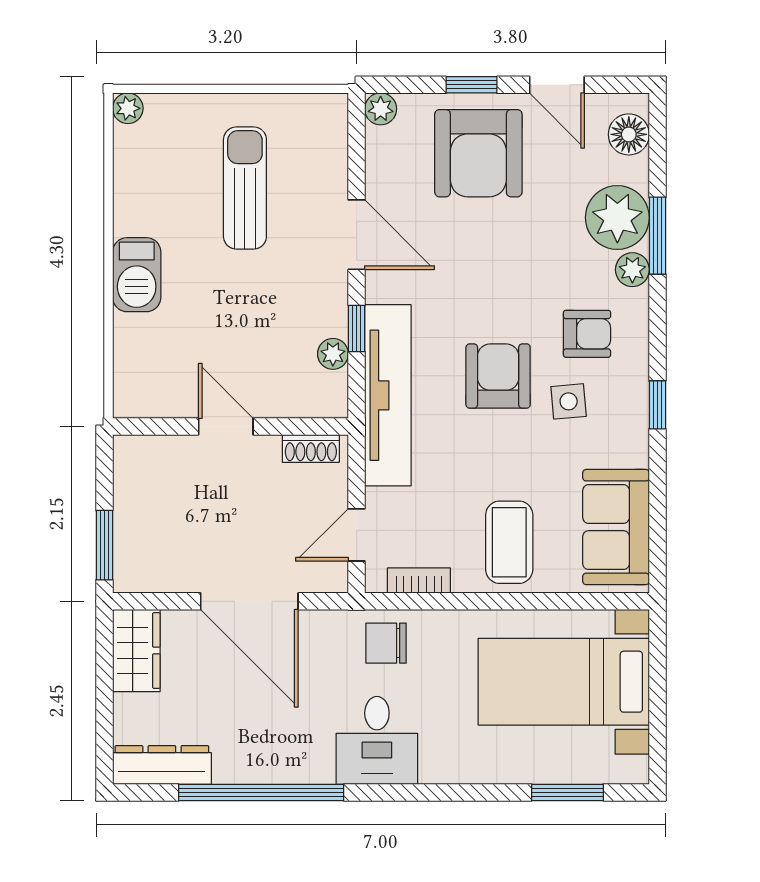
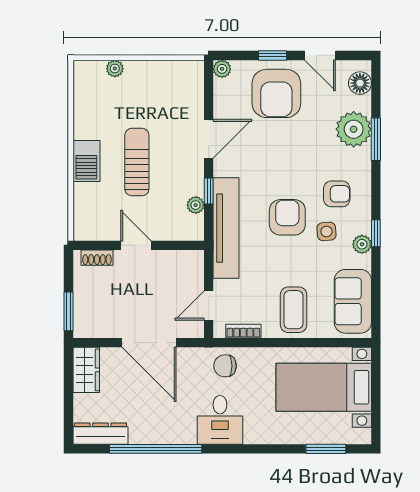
plant: (128, 108) -> (115, 69), moved
sun lounger: (245, 188) -> (137, 162), moved
door: (357, 235) -> (209, 139), hinge flipped
plant: (632, 270) -> (362, 244), moved
shoe rack: (311, 448) -> (97, 258), moved

